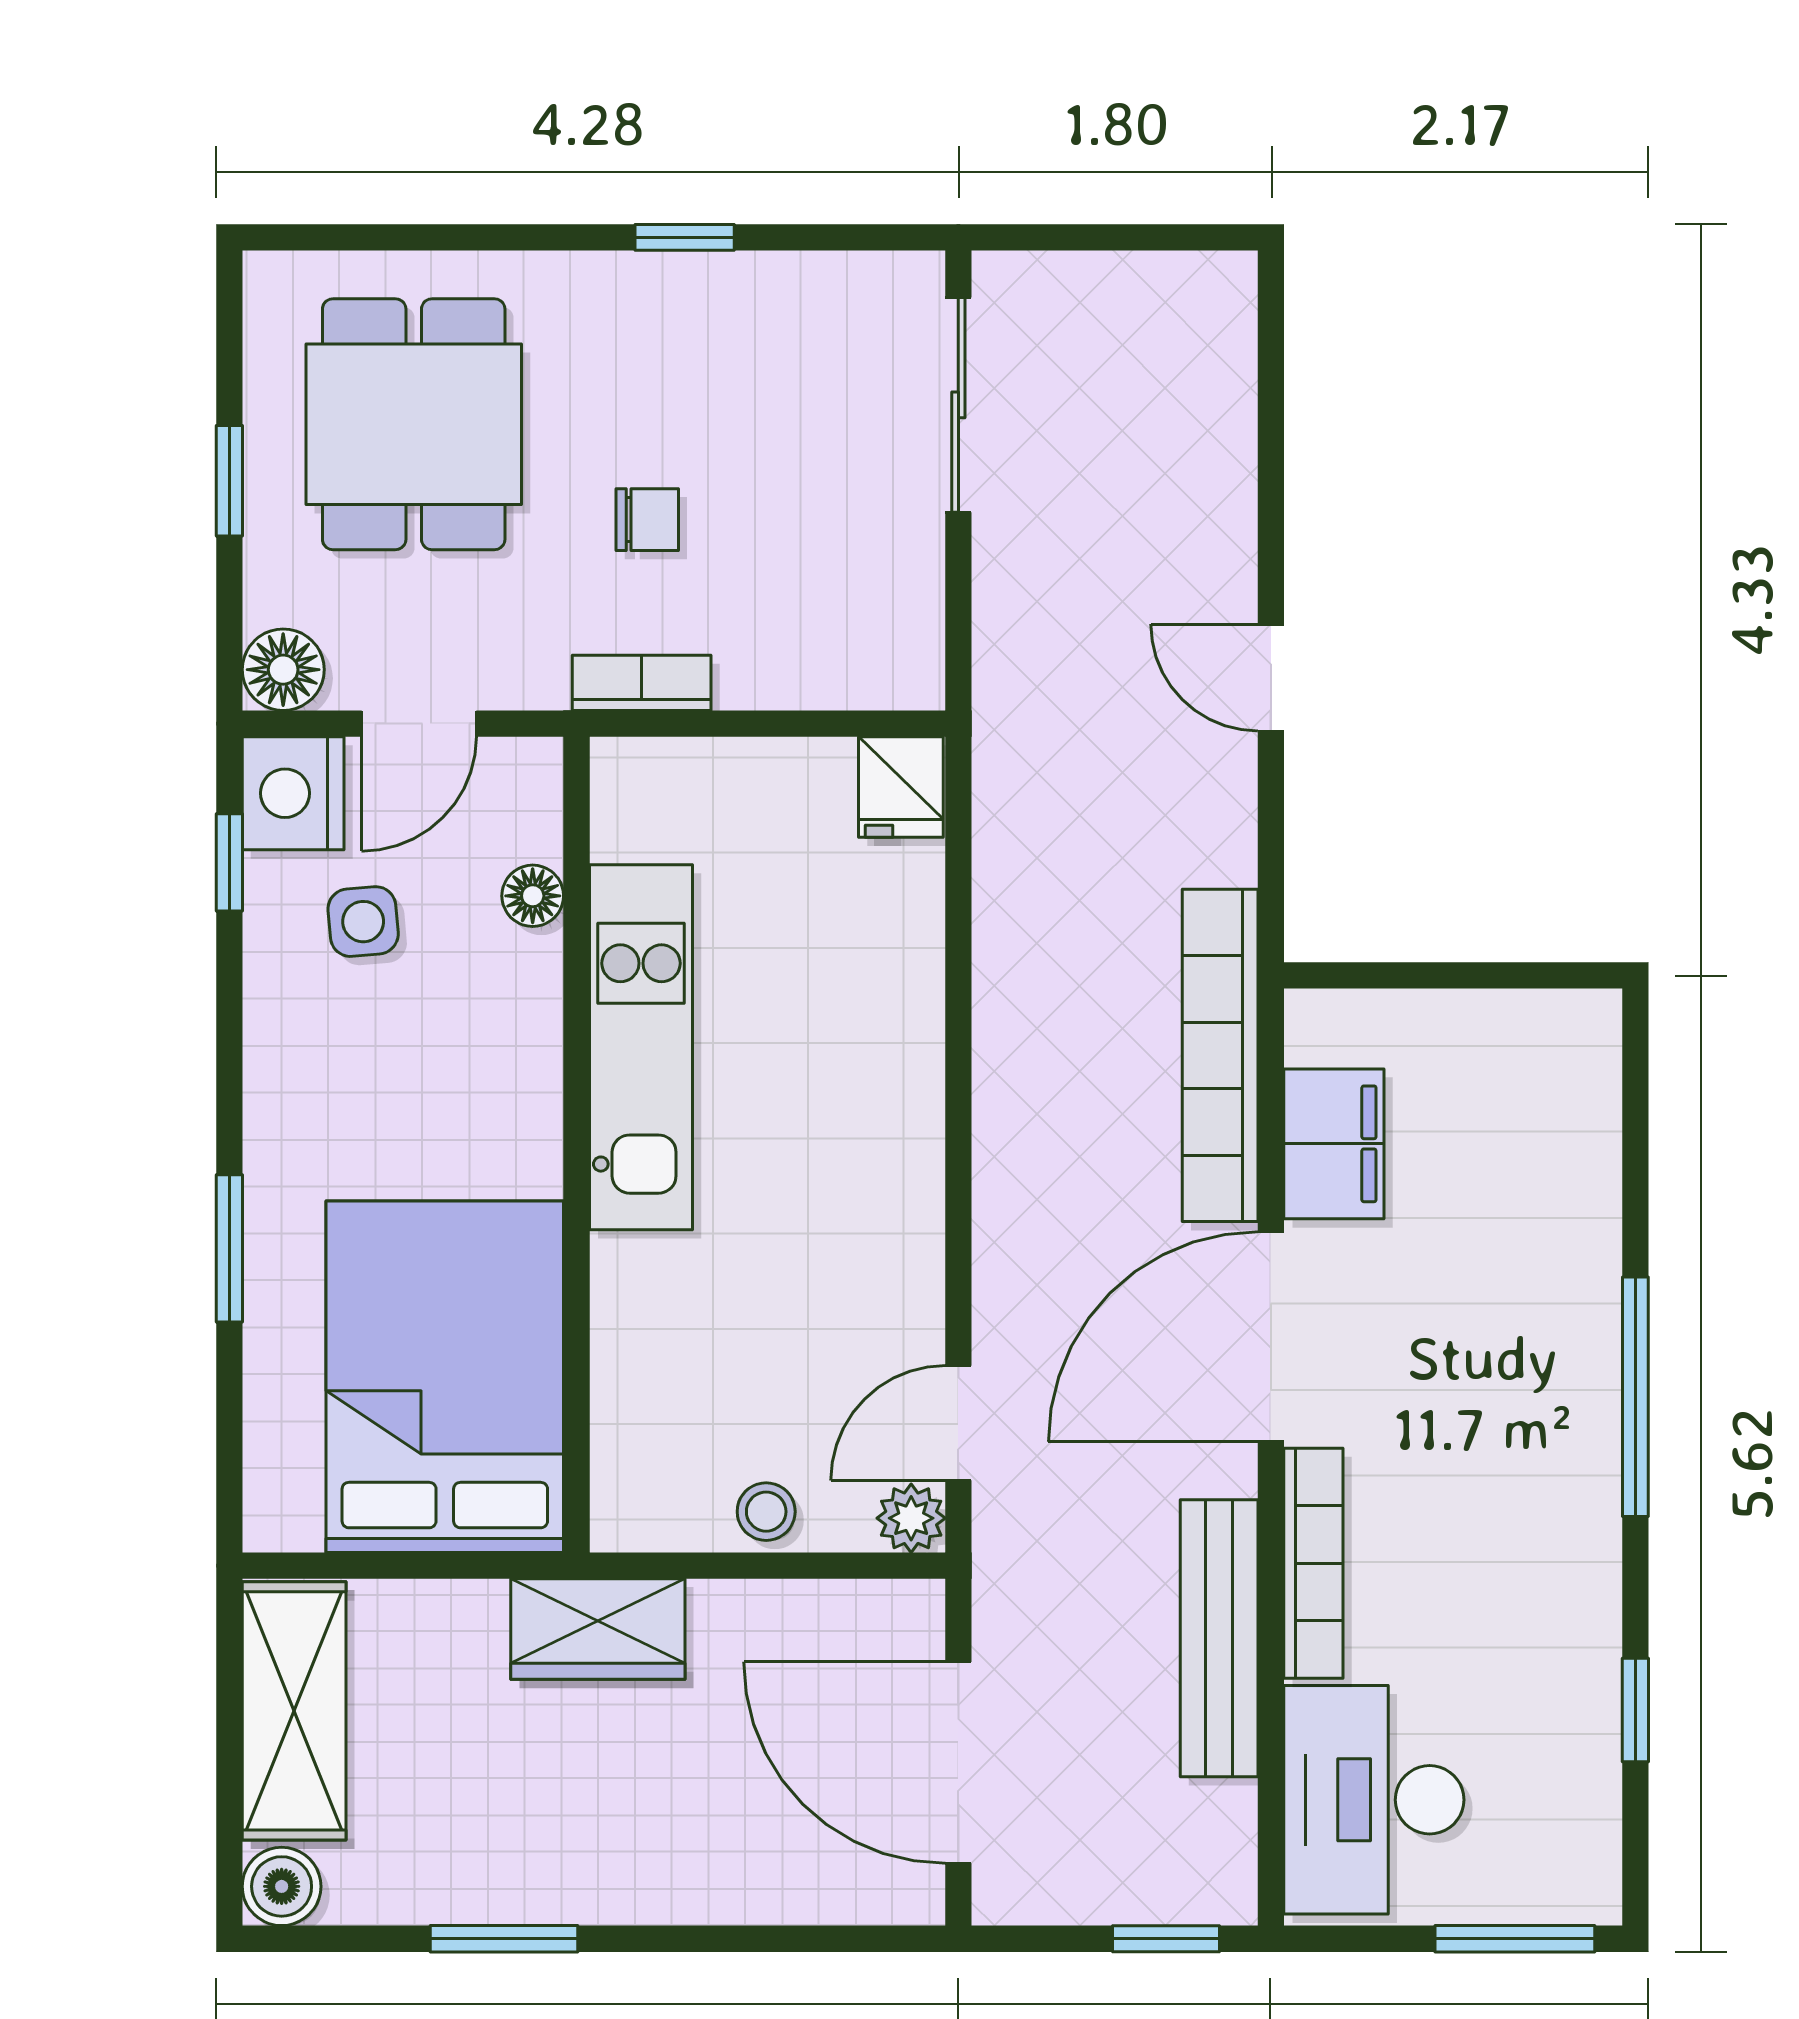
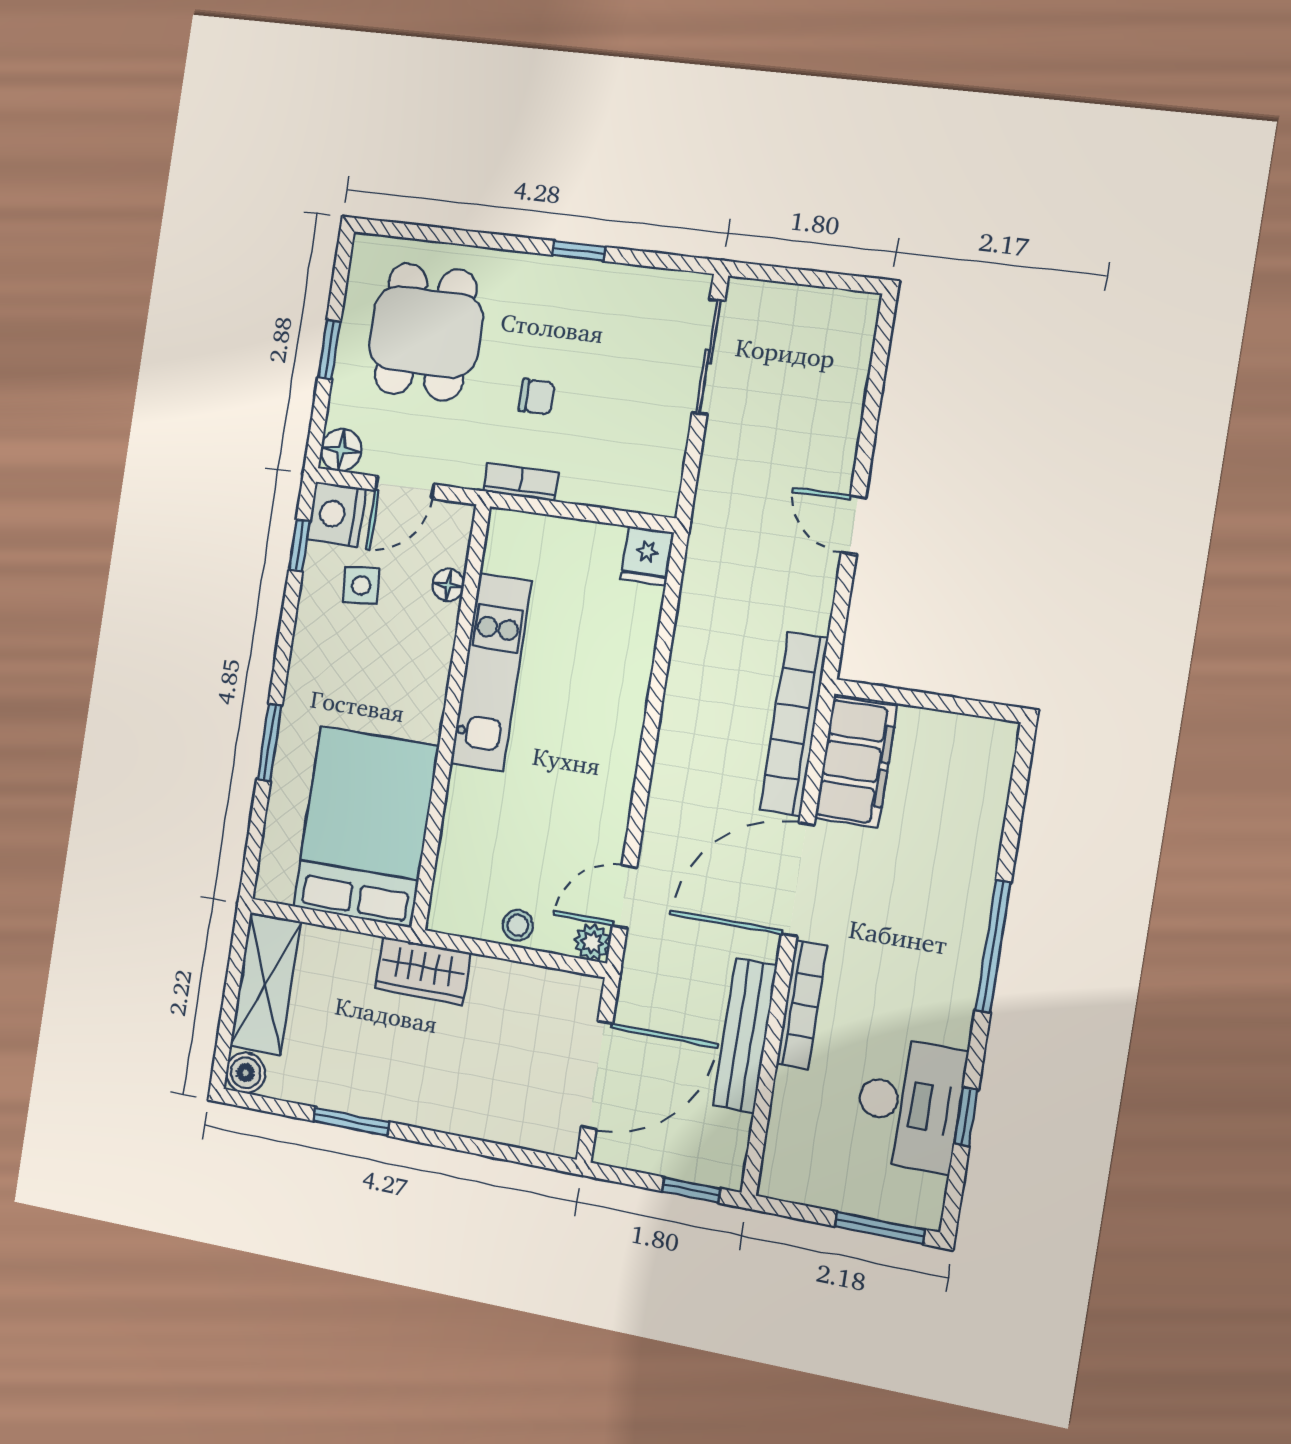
filing cabinet: (1334, 1144) -> (856, 762), width x1.50, depth x1.17
door: (958, 1763) -> (597, 1075), swing flipped
desk: (1374, 1800) -> (909, 1104), moved, turned 180

